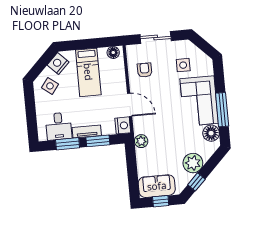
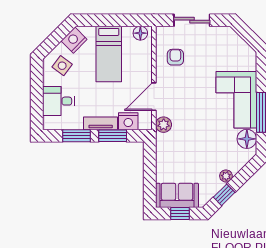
side table: (183, 65) -> (221, 56), removed
door: (130, 105) -> (154, 97), swing flipped
nightstand: (123, 125) -> (128, 121), moved, turned 90
desk: (59, 126) -> (58, 101), moved, turned 90
plant: (141, 141) -> (164, 125), moved
plant: (193, 163) -> (226, 176), width x0.53, depth x0.53

